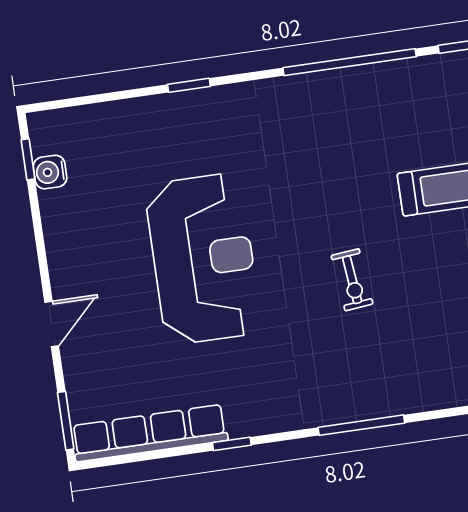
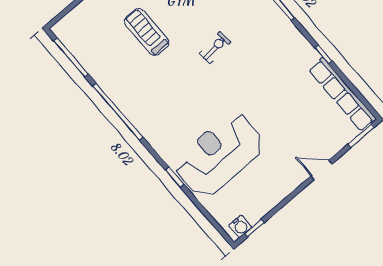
water cooler: (50, 172) -> (240, 226), moved
reception desk: (203, 259) -> (219, 155), moved

